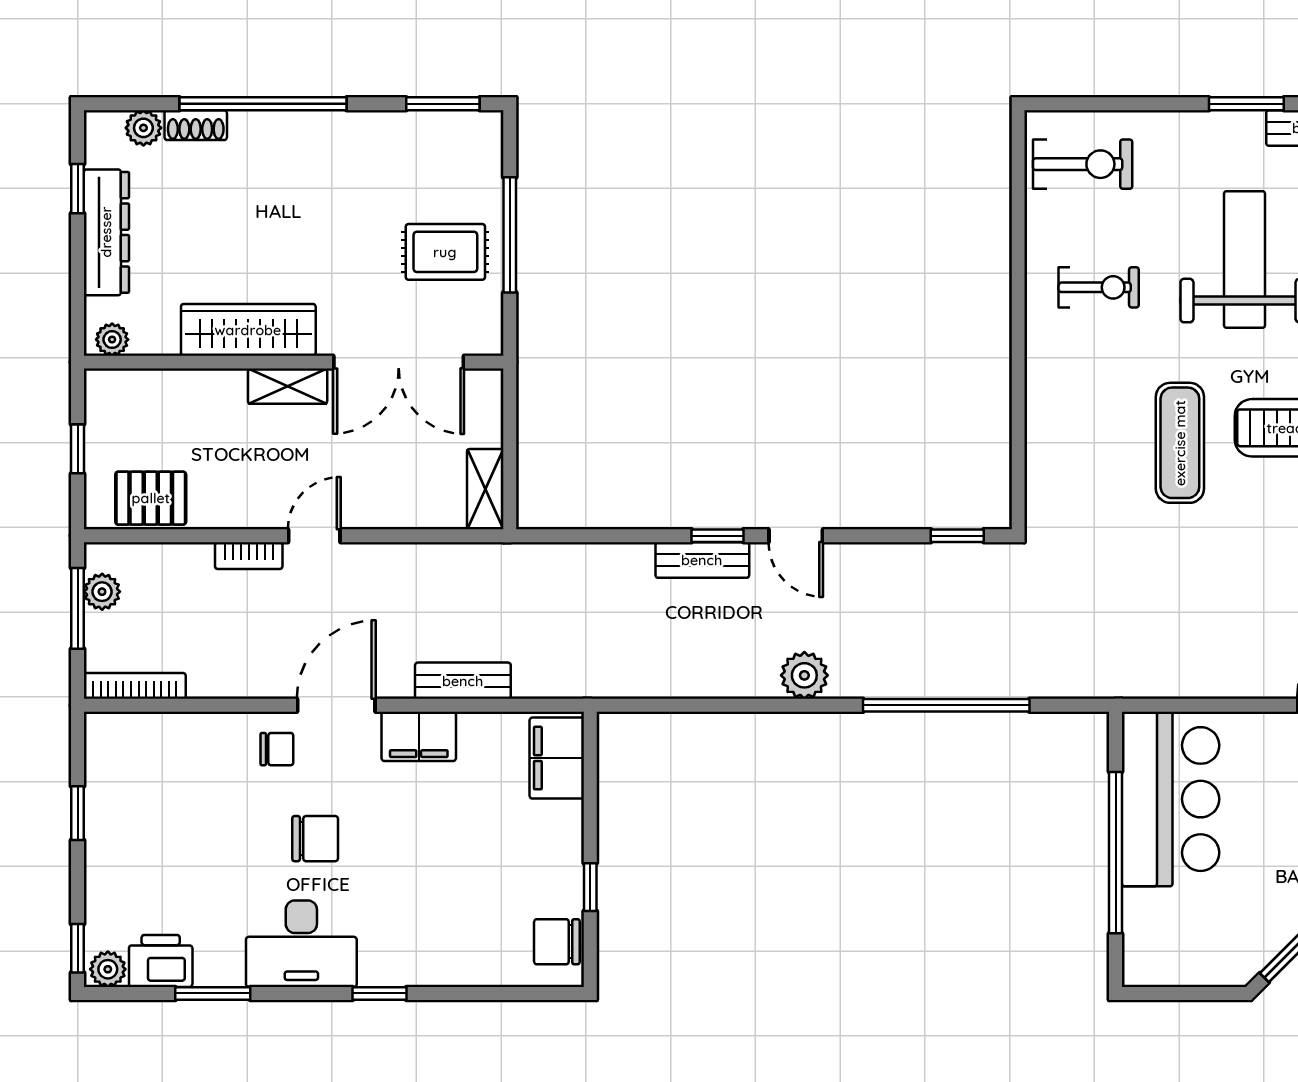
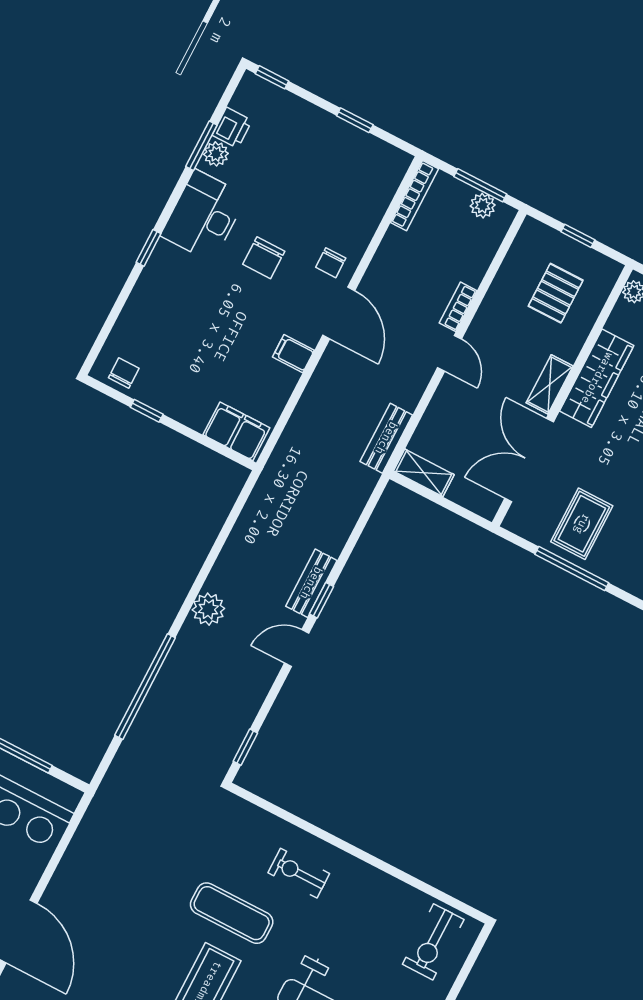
exercise bike: (1099, 287) -> (299, 873), moved, turned 90
pallet: (151, 498) -> (556, 293), moved
bench: (463, 681) -> (386, 438), moved
filing cabinet: (419, 736) -> (293, 354), width x0.50
chair: (557, 942) -> (124, 373), width x0.73, depth x0.73
printer: (161, 961) -> (232, 128), width x0.73, depth x0.81
plant: (108, 969) -> (216, 154), moved

